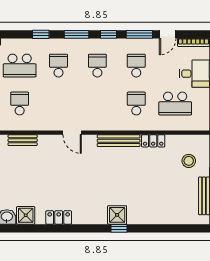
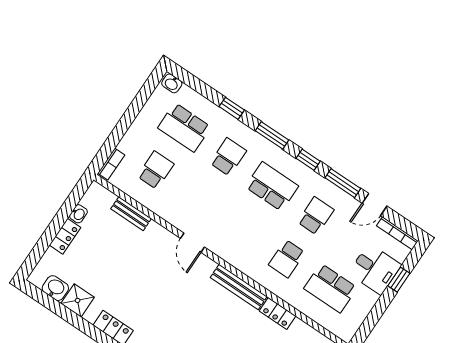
school desk: (97, 66) -> (272, 186), width x1.85
school desk: (136, 104) -> (287, 259), turned 180

